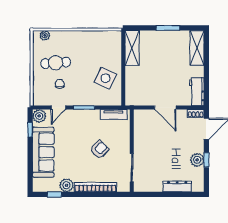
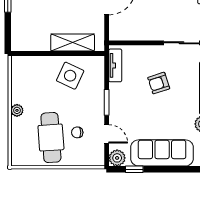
plant: (45, 35) -> (17, 110), moved
shelving: (132, 48) -> (73, 43), moved
cafe table: (56, 63) -> (51, 138), width x1.37, depth x1.35
armchair: (99, 149) -> (159, 83), turned -62

